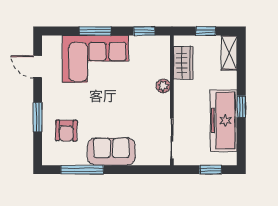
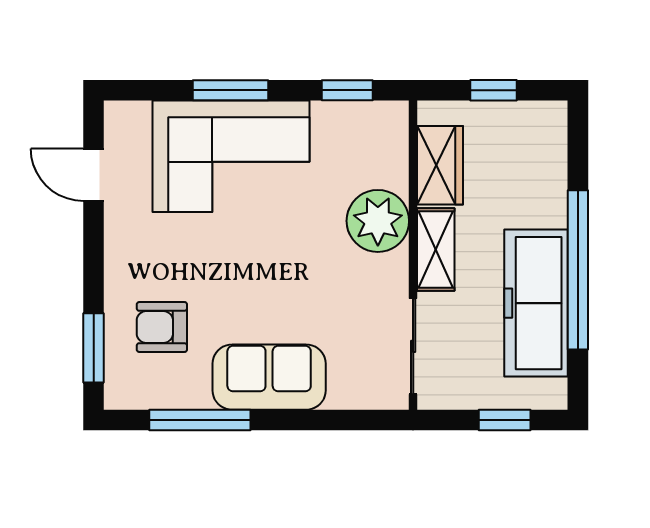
shelving: (229, 53) -> (436, 249), moved
plant: (163, 86) -> (378, 221), width x1.87, depth x1.87
window: (241, 107) -> (578, 270), width x3.17
window: (38, 117) -> (94, 348), moved
armchair: (66, 131) -> (162, 327), turned 89

